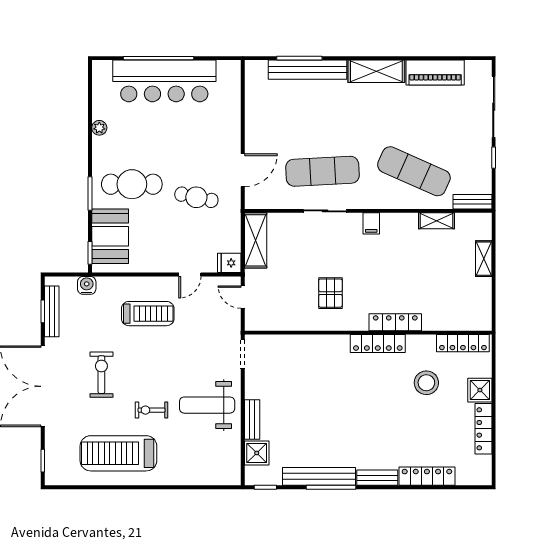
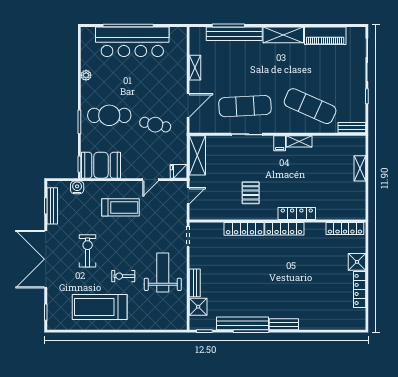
shelving: (252, 117) -> (195, 68), added
shelving: (436, 221) -> (299, 141), moved
booth: (110, 236) -> (101, 165), moved, turned 90
door: (243, 297) -> (188, 196), swing flipped
stool: (426, 383) -> (319, 257), removed
weight bench: (207, 405) -> (163, 273), turned 90
locker: (427, 476) -> (244, 229), moved, turned 180

